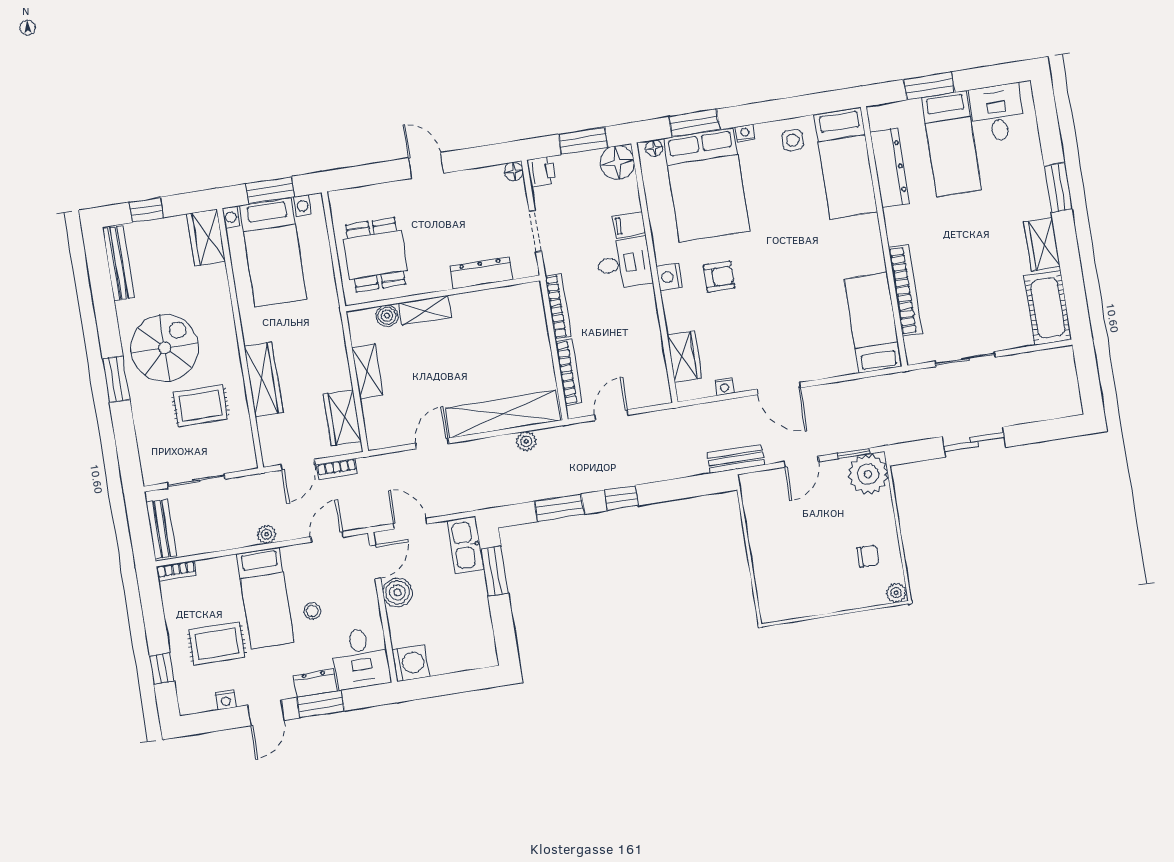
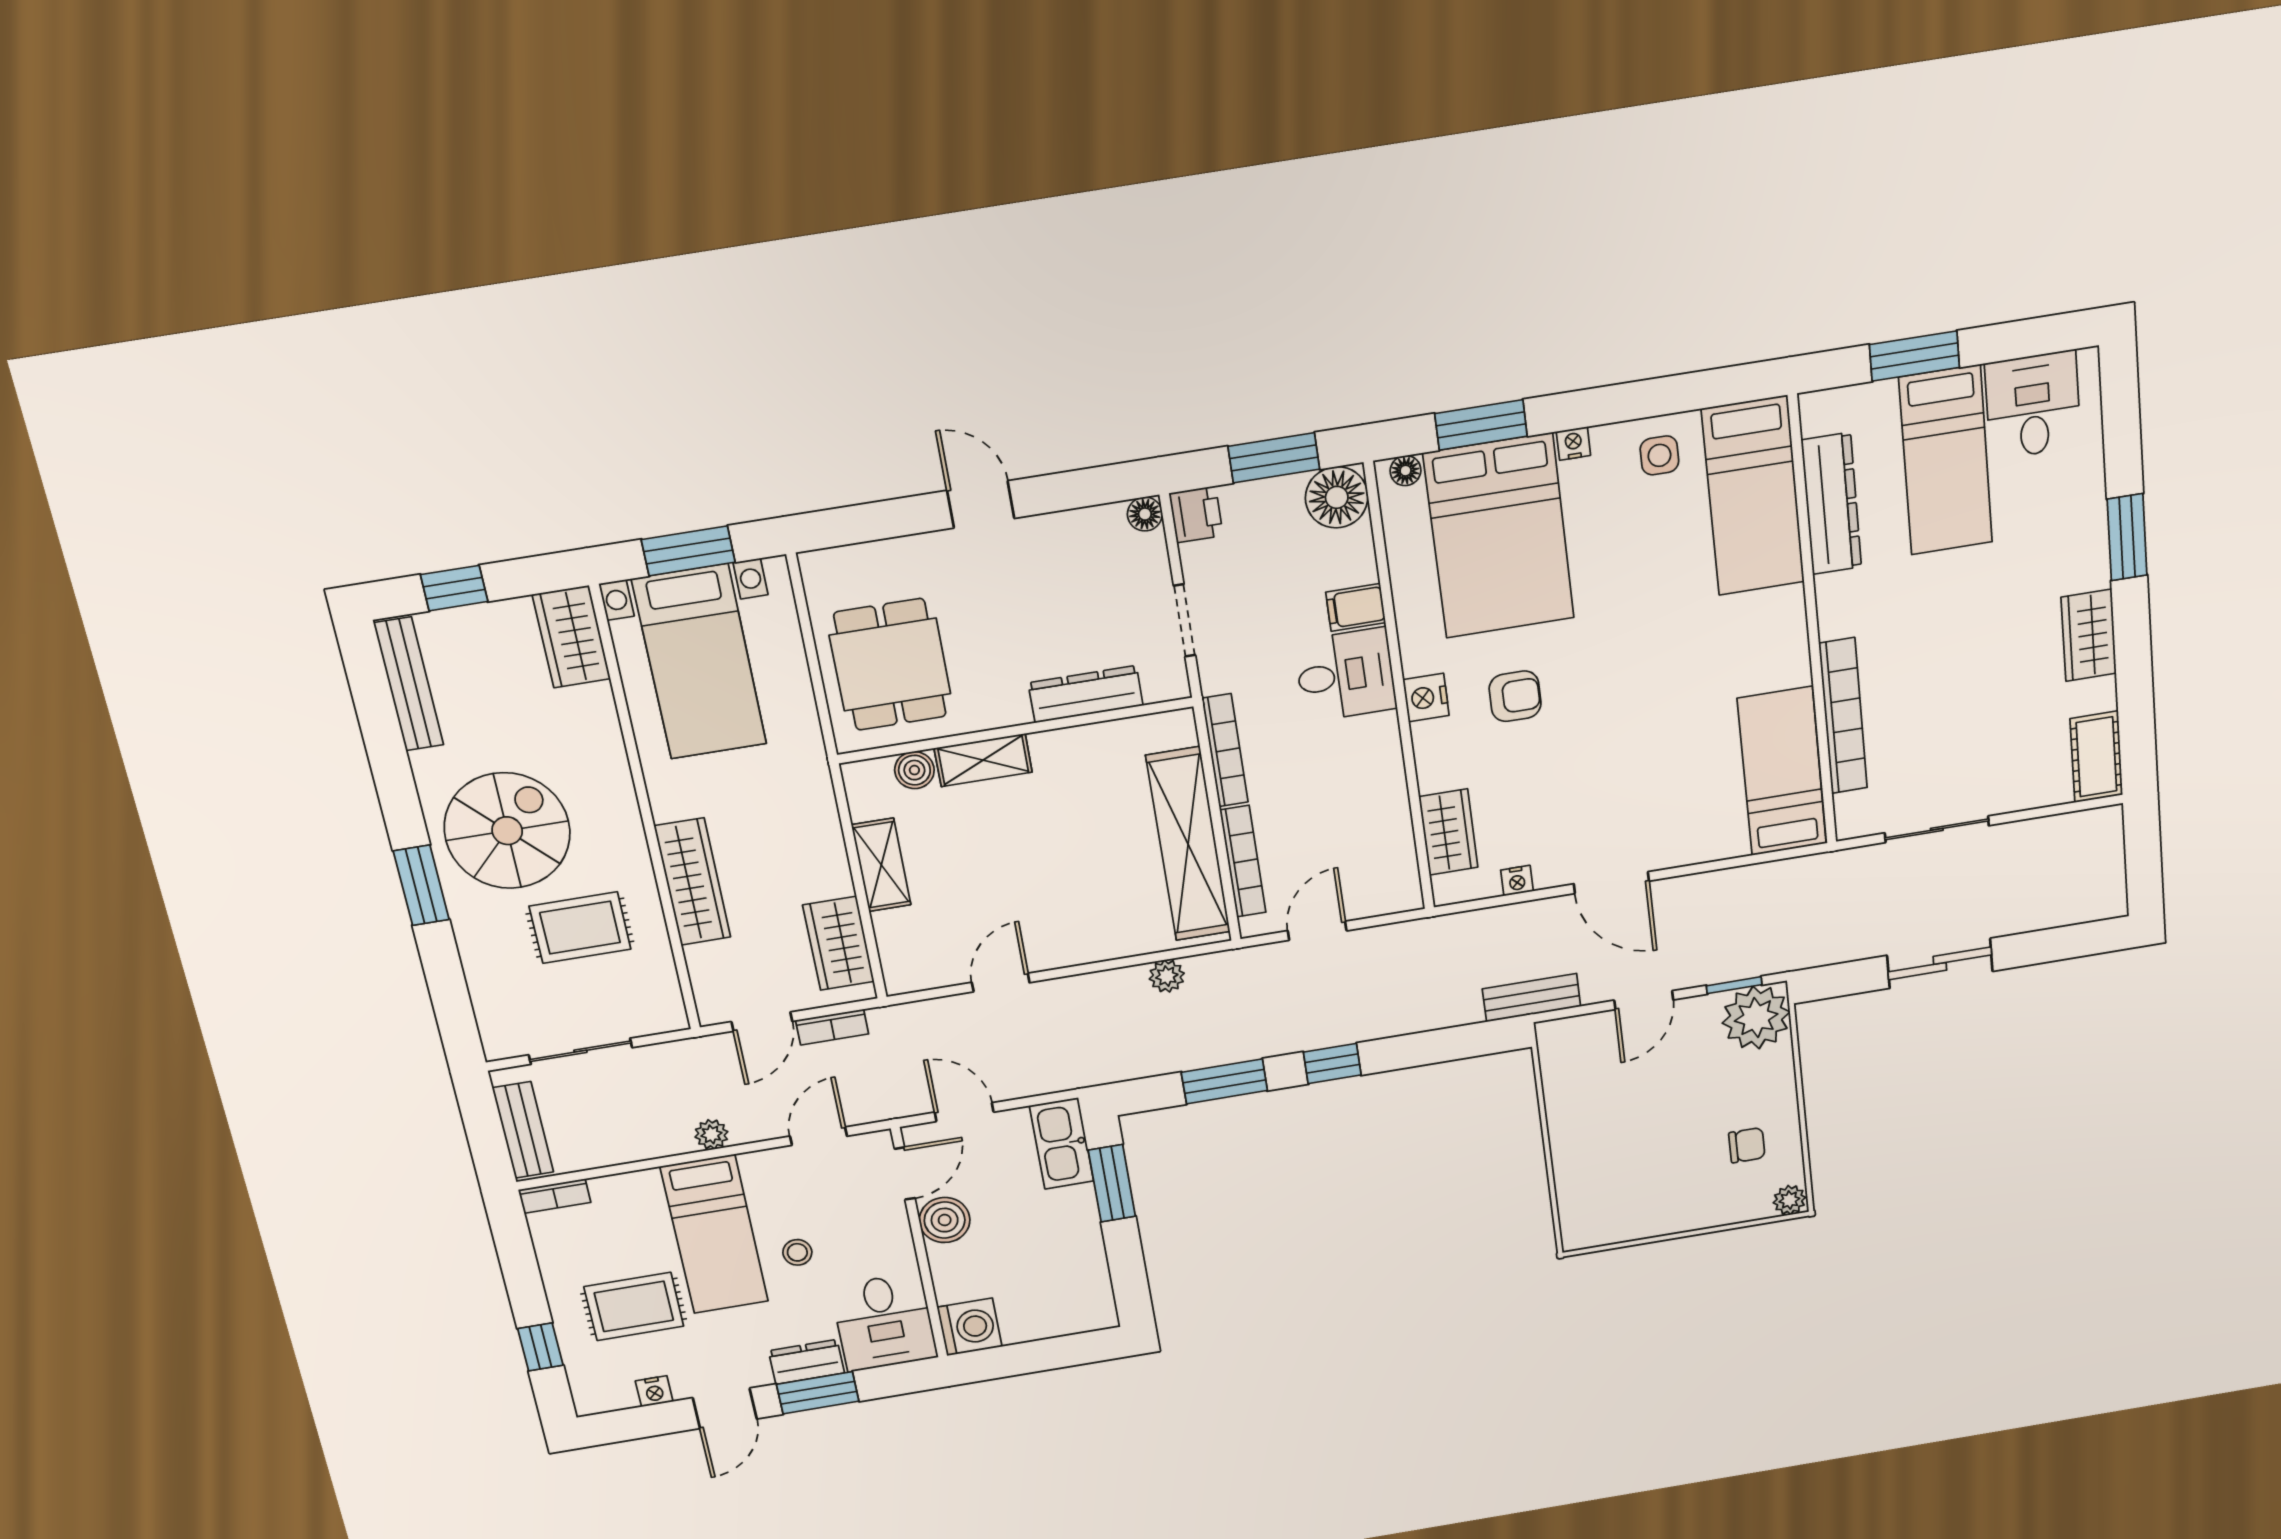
cot: (1048, 308) -> (2096, 757), width x0.73, depth x0.75
shelving: (503, 414) -> (1188, 844), moved, turned 90

